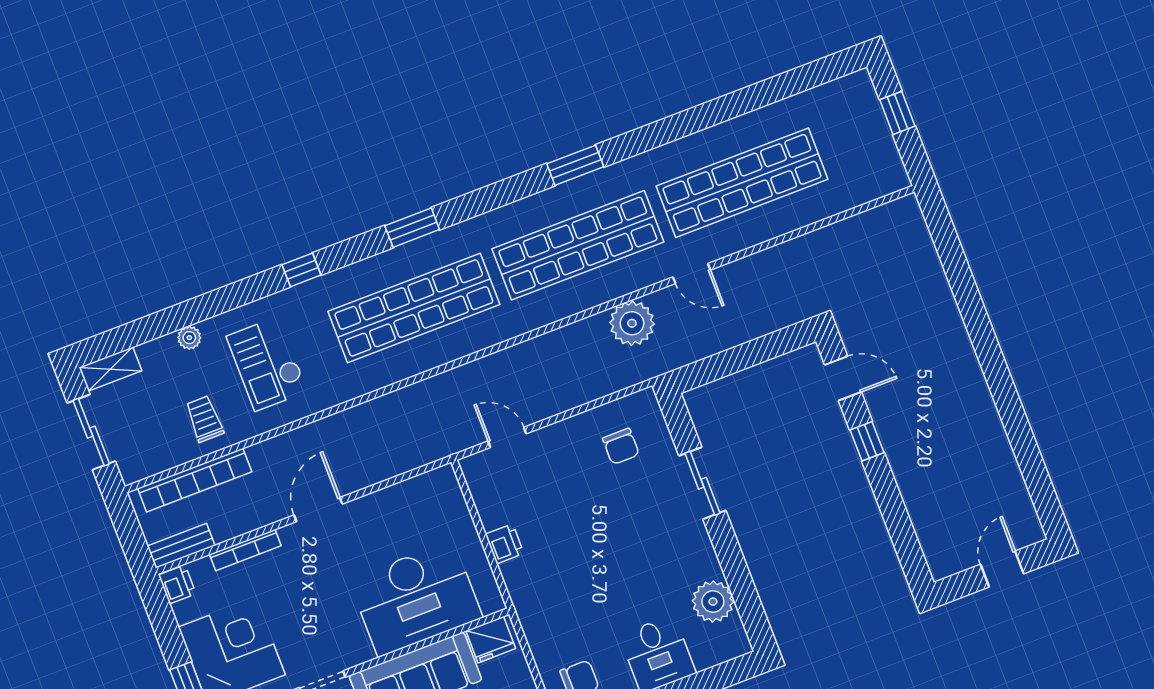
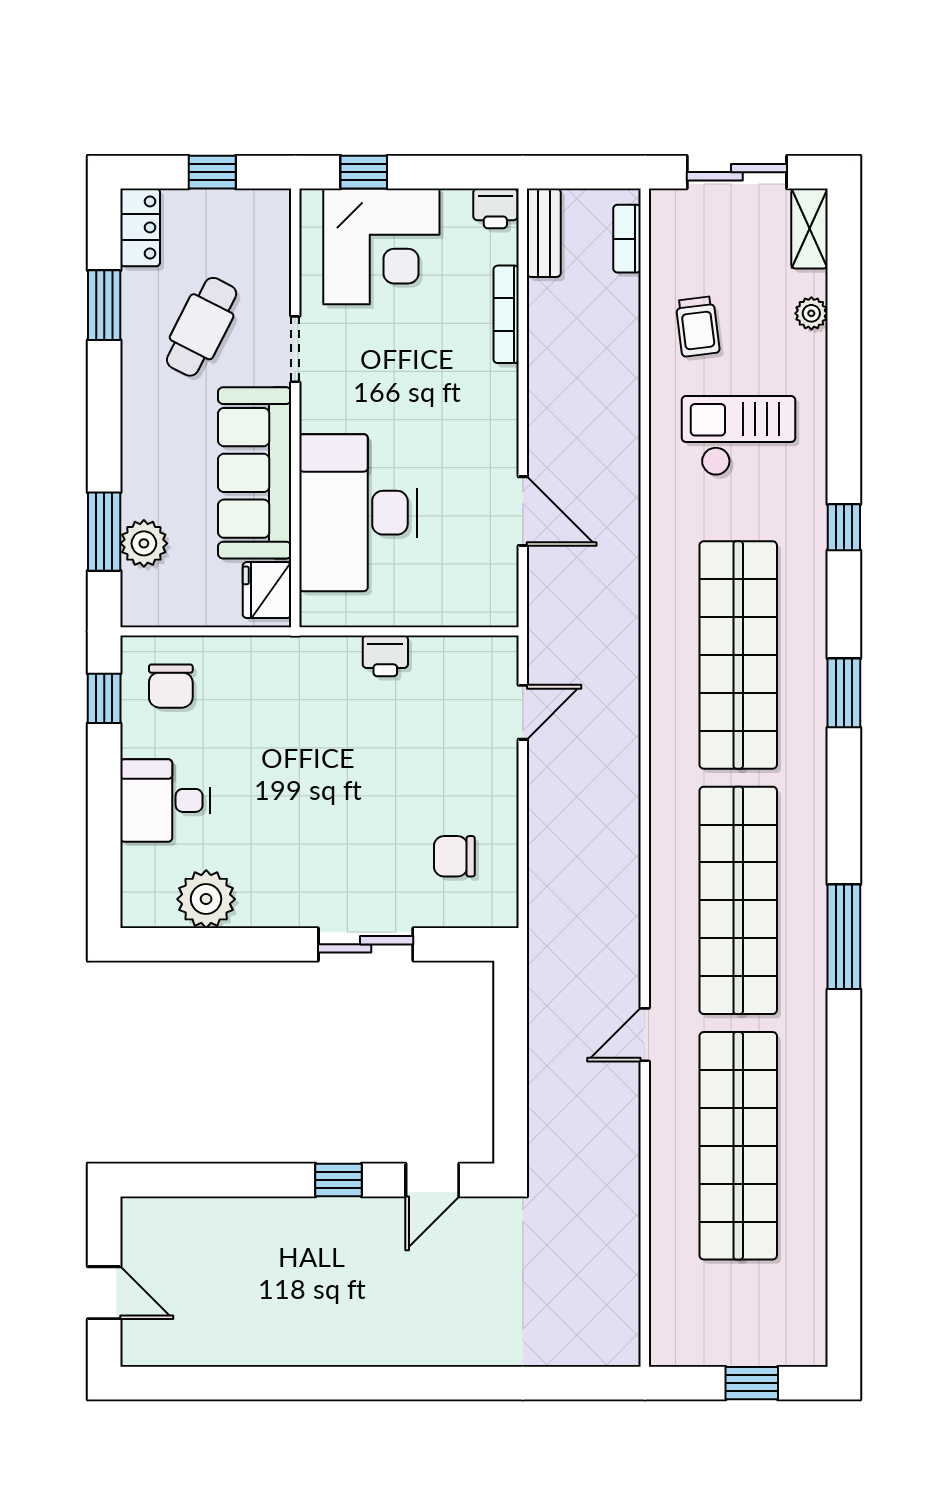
window: (575, 165) -> (844, 937), width x1.44
plant: (632, 323) -> (610, 932), removed
plant: (189, 338) -> (811, 313), moved
trolley: (205, 419) -> (698, 327), turned 83
bookcase: (195, 480) -> (627, 239), width x0.43, depth x0.76
door: (318, 510) -> (523, 511), moved

